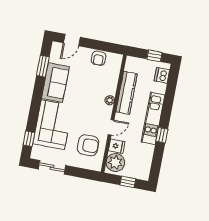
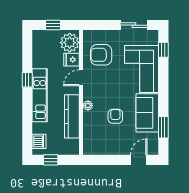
armchair: (99, 58) -> (115, 116), moved

